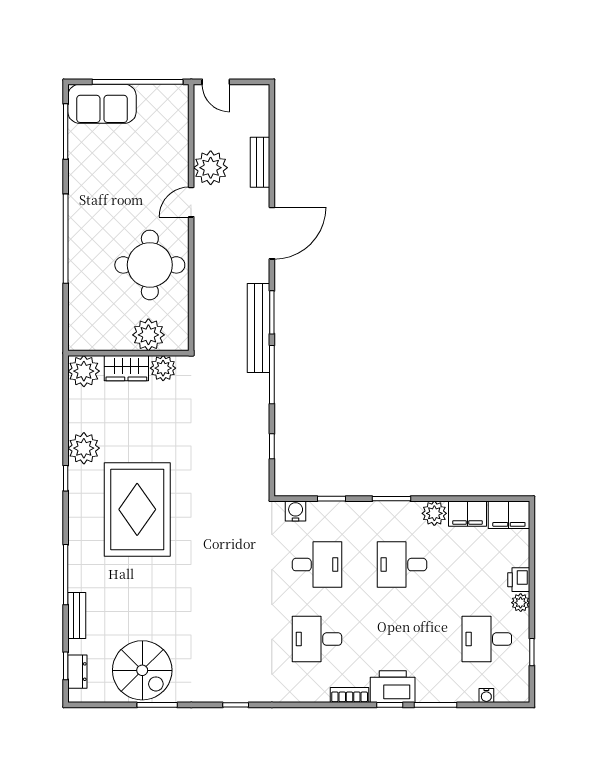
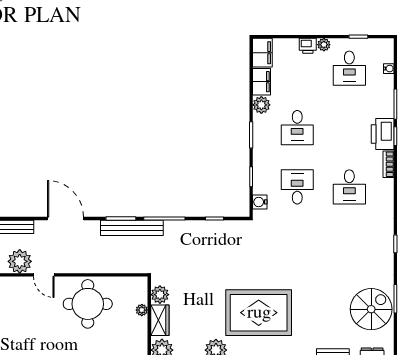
plant: (148, 335) -> (142, 310), width x0.53, depth x0.53

